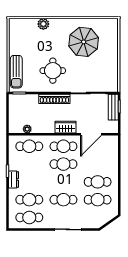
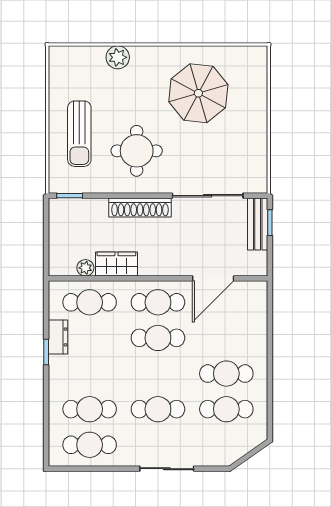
sun lounger: (16, 72) -> (79, 134), moved
wardrobe: (65, 127) -> (116, 264), moved
dresser: (13, 180) -> (58, 337), moved

